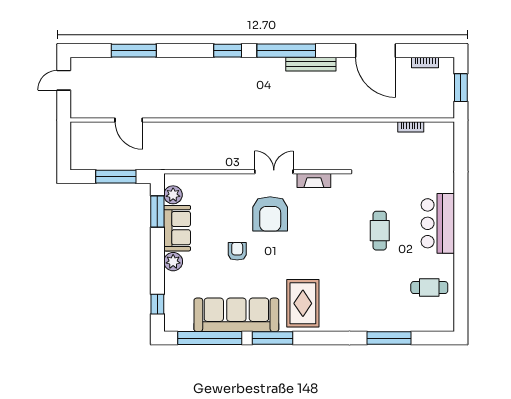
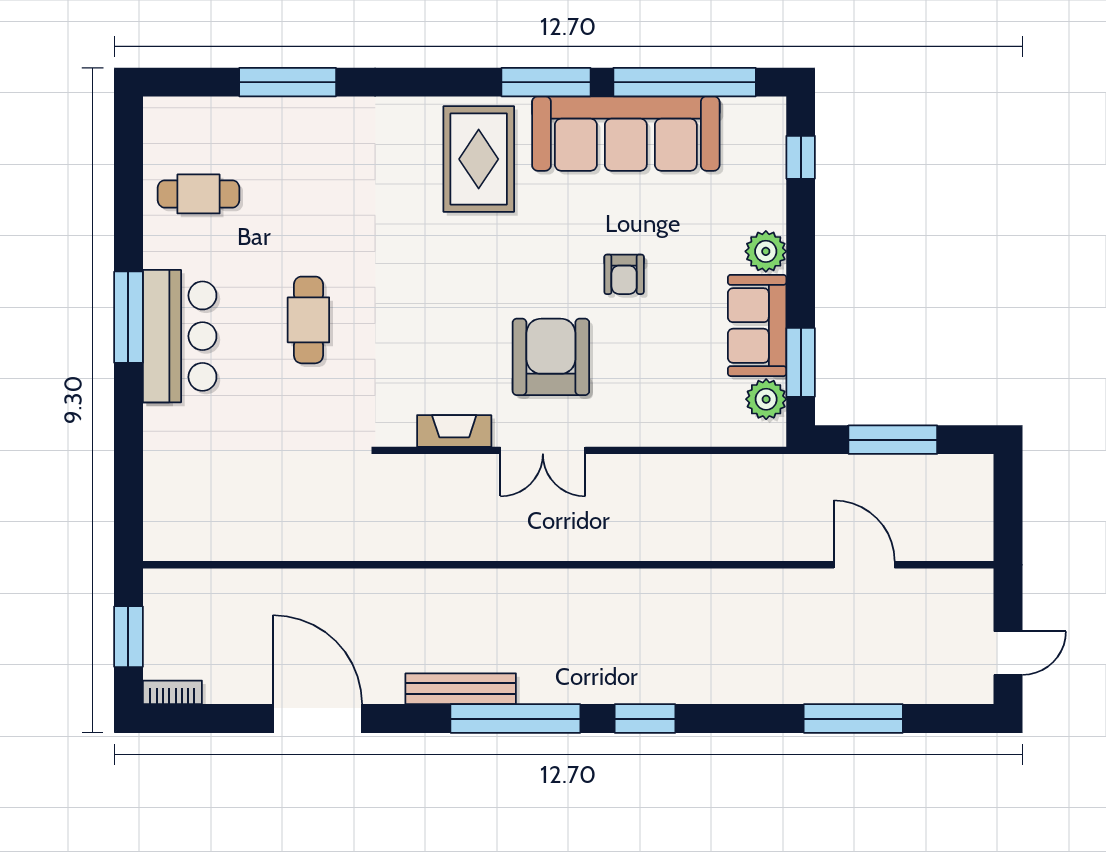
bookcase: (425, 62) -> (172, 692), moved
bookcase: (411, 127) -> (239, 550), removed
window: (461, 232) -> (128, 317), added

